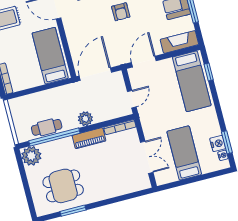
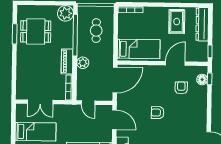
door: (95, 74) -> (115, 80), hinge flipped
cafe table: (47, 127) -> (96, 31), moved
dining table: (63, 186) -> (36, 32), turned 90

